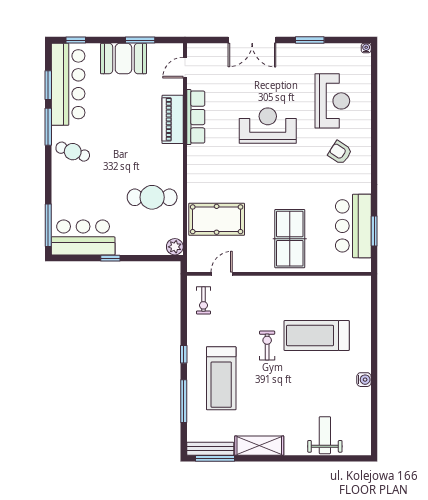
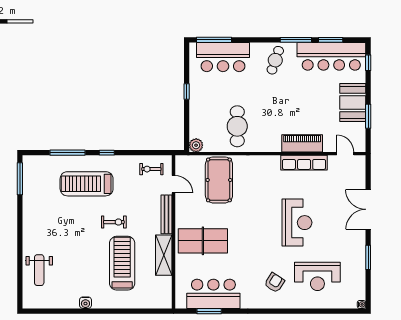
bar counter: (83, 237) -> (223, 57), moved, turned 90
weight bench: (325, 435) -> (39, 270), turned 90
shelving: (259, 446) -> (164, 255), moved
bench: (210, 449) -> (166, 214), moved

